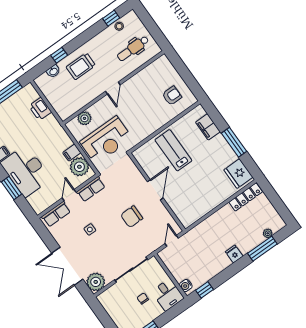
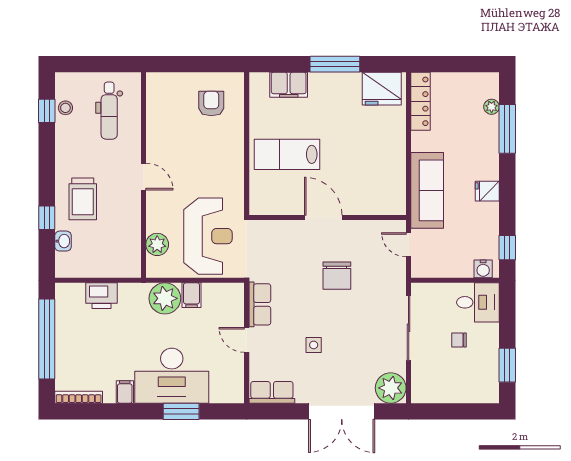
plant: (79, 167) -> (165, 298), moved
row of seats: (56, 214) -> (272, 392), moved, turned -90
sofa: (205, 231) -> (427, 190), added
fridge: (234, 254) -> (487, 191), moved

